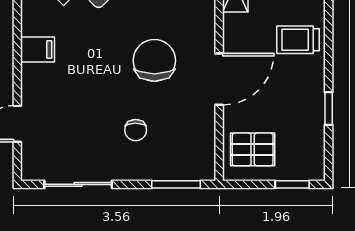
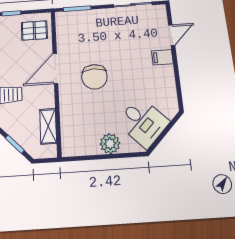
filing cabinet: (38, 49) -> (162, 57), moved
chair: (136, 130) -> (102, 36), removed

